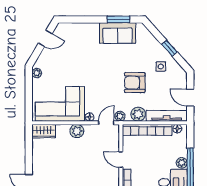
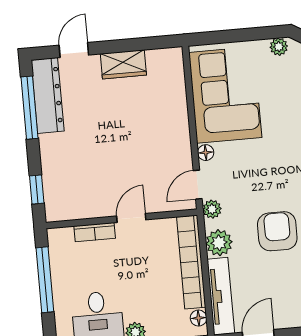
door: (106, 123) -> (198, 185), swing flipped
wardrobe: (44, 131) -> (123, 64), moved, turned -90
plant: (77, 131) -> (177, 131), removed

